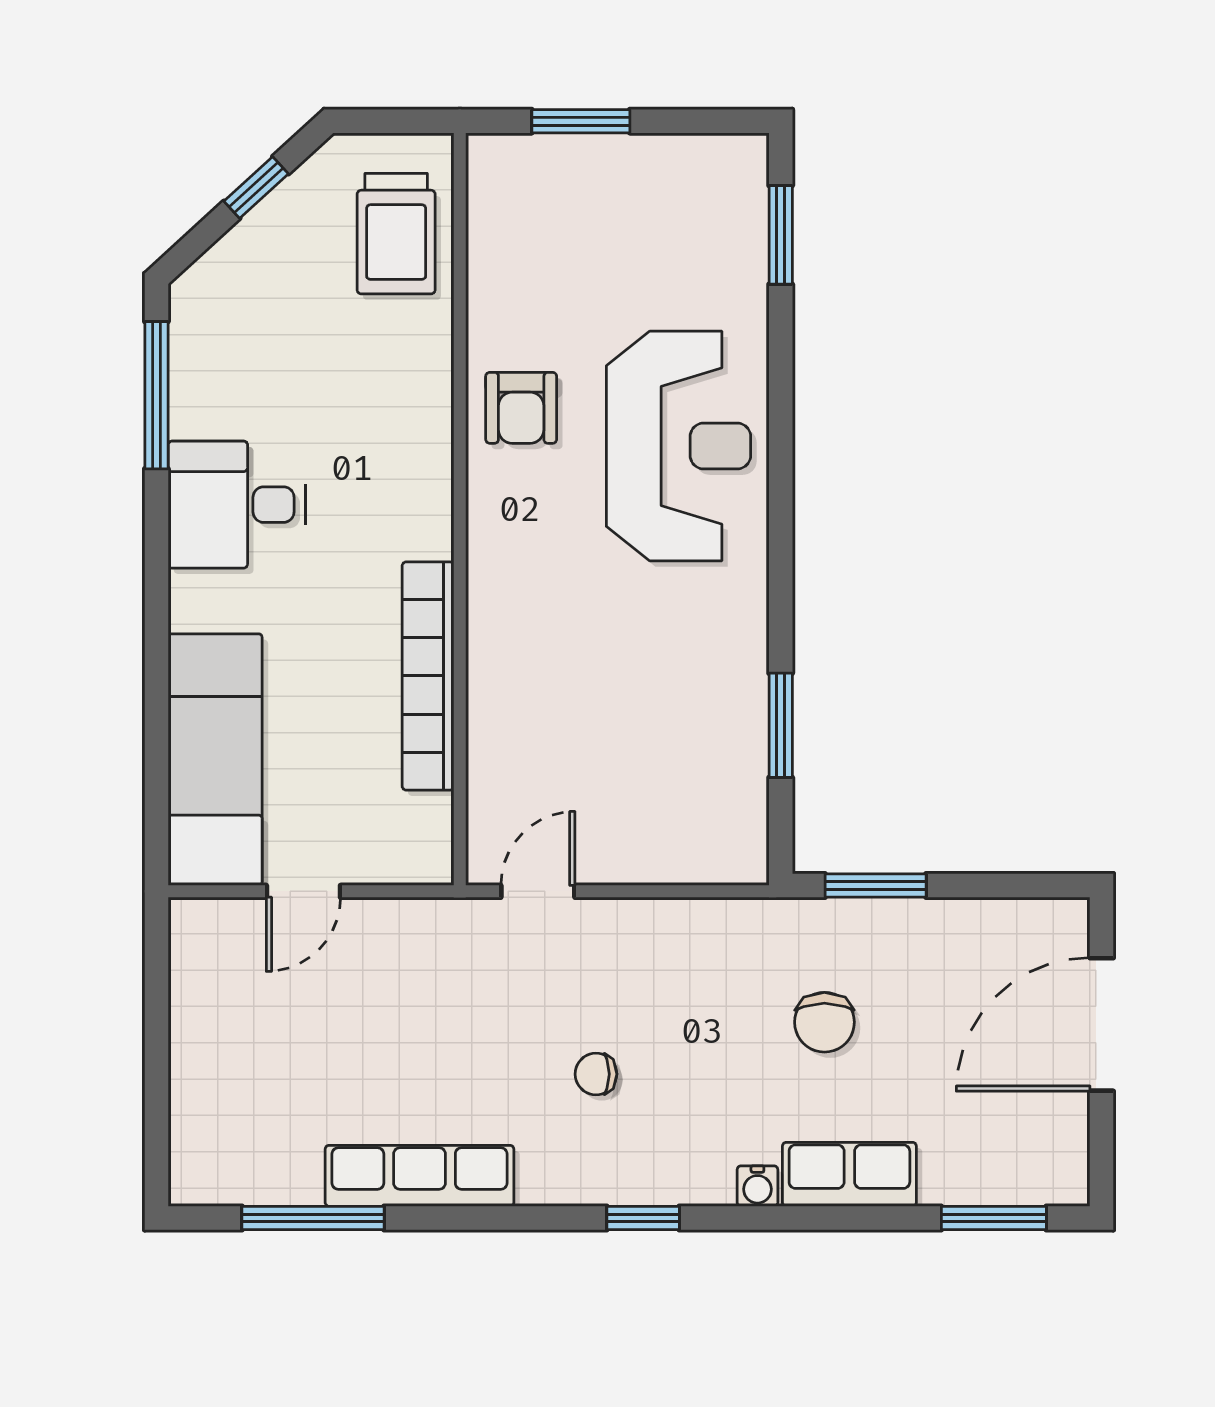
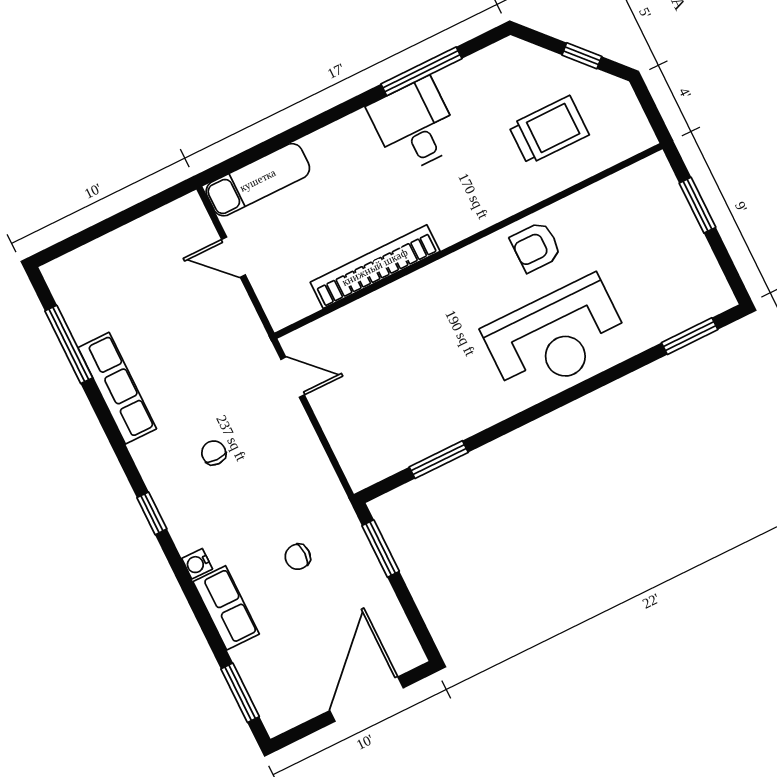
trolley: (396, 234) -> (549, 130), moved, turned 180
window: (156, 395) -> (421, 71), moved
exam couch: (215, 760) -> (258, 180), width x0.73, depth x0.69
chair: (824, 1022) -> (298, 557), width x0.73, depth x0.73
door: (1102, 1024) -> (366, 699), hinge flipped

